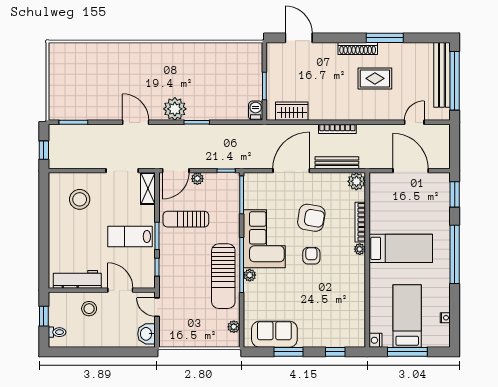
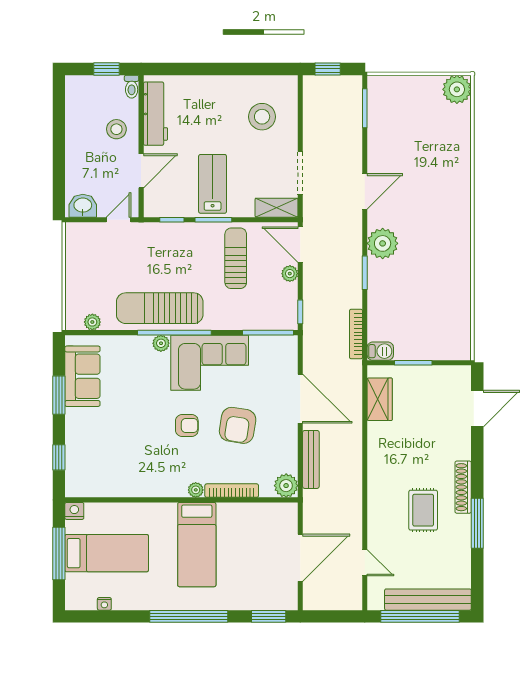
plant: (59, 53) -> (457, 89), added
bookcase: (337, 129) -> (356, 334), moved
toilet: (57, 332) -> (132, 87), moved

